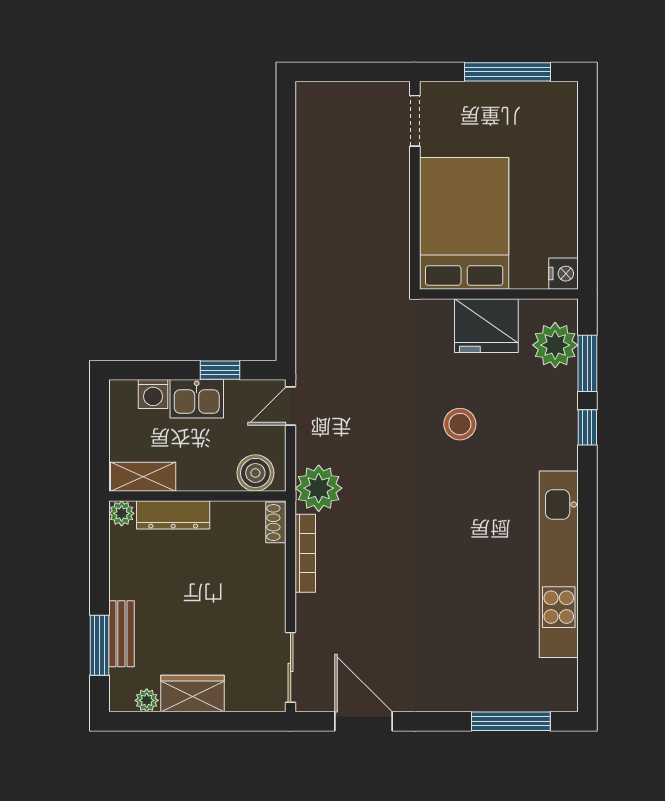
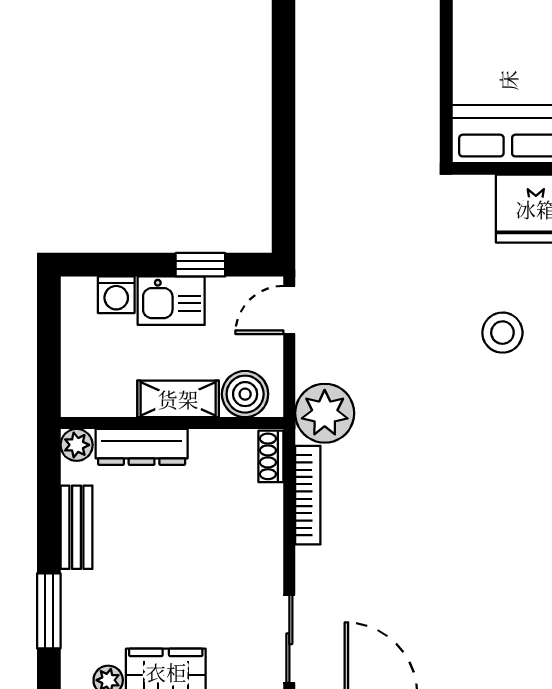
shelving: (143, 477) -> (178, 399), moved
bench: (121, 634) -> (76, 527), moved

